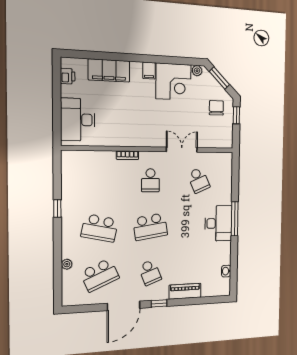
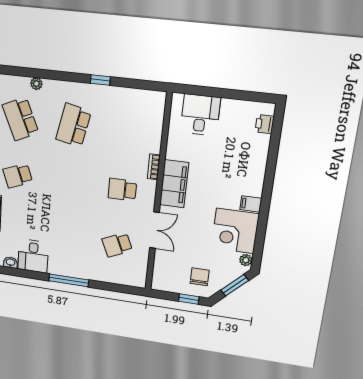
filing cabinet: (109, 70) -> (174, 184), moved, turned 180
printer: (68, 76) -> (265, 124), moved, turned 90
chair: (216, 108) -> (200, 277), turned -90
desk: (78, 120) -> (200, 115), width x0.73
desk: (218, 223) -> (33, 256), moved, width x0.73
school desk: (150, 227) -> (69, 183), removed

